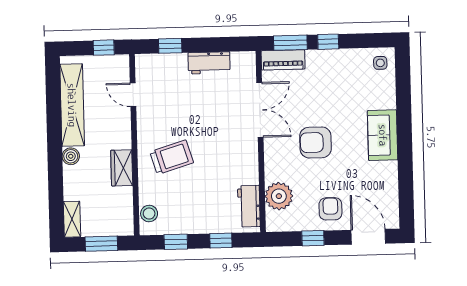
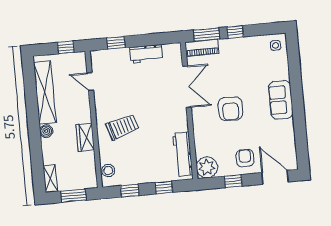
armchair: (315, 142) -> (230, 109), turned -90
plant: (279, 196) -> (207, 167), moved
workbench: (249, 206) -> (183, 154), width x1.37

